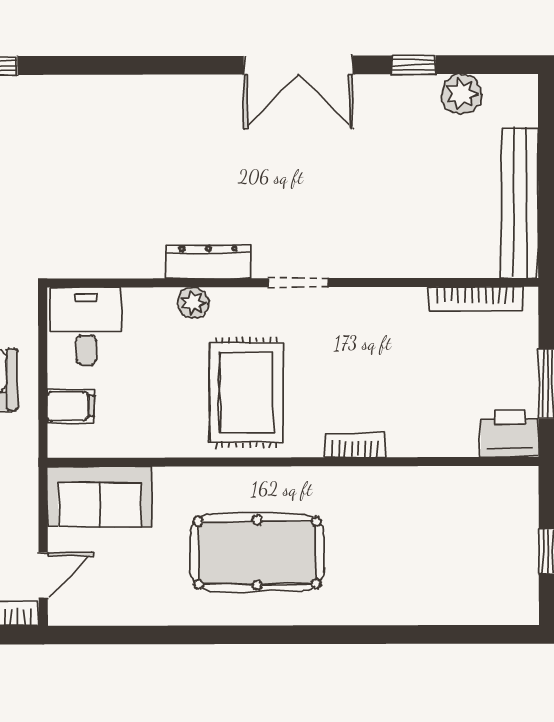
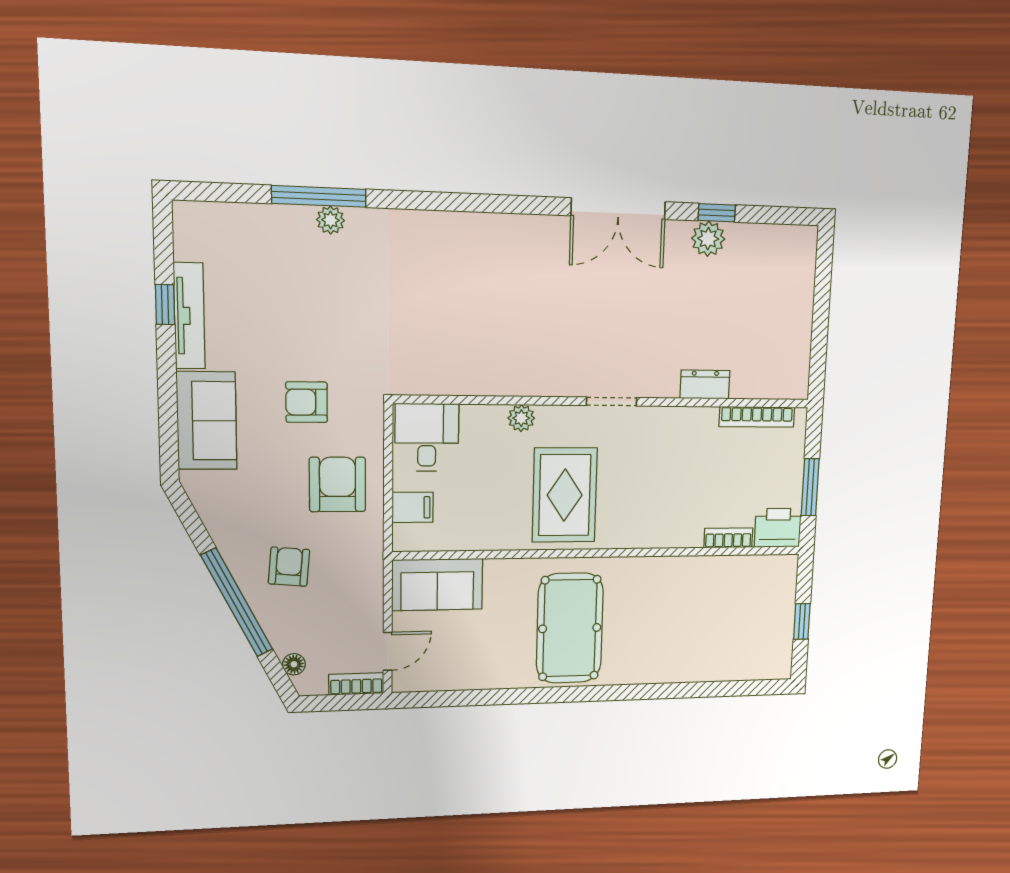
plant: (461, 94) -> (708, 239), moved
bench: (520, 203) -> (797, 336), removed
dresser: (208, 262) -> (705, 384), moved, width x0.70
bookcase: (355, 445) -> (728, 538), moved
pool table: (257, 553) -> (570, 628), turned 90

